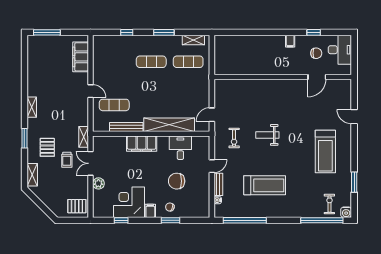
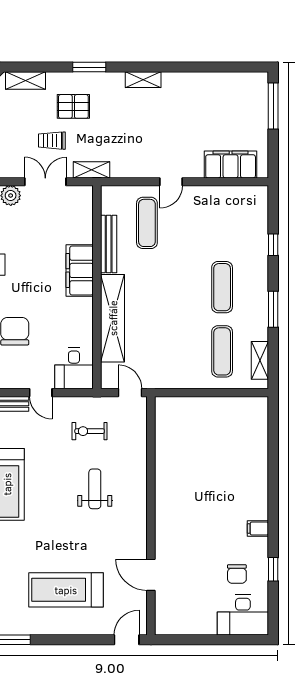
wall: (283, 77) -> (151, 516), moved
door: (317, 77) -> (151, 575), moved
desk: (180, 148) -> (74, 368), moved, turned 90

